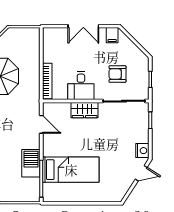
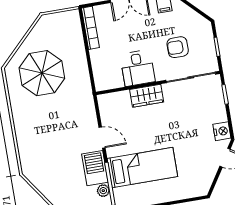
bookcase: (47, 81) -> (90, 28), moved
door: (41, 124) -> (102, 138), moved
plant: (35, 183) -> (103, 191), added

